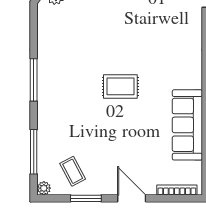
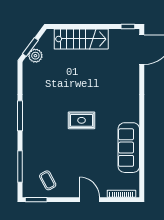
plant: (44, 188) -> (27, 192), removed
window: (86, 198) -> (36, 200), moved

